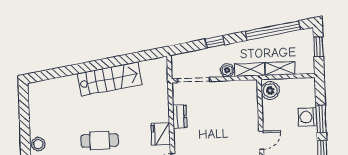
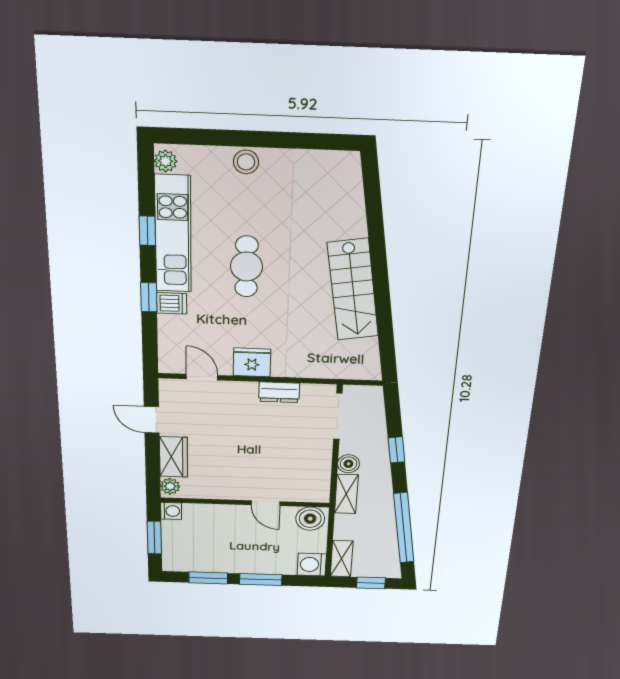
shelving: (280, 68) -> (342, 559), moved
washing machine: (307, 117) -> (312, 565), moved, turned -90
door: (261, 140) -> (265, 503), moved

